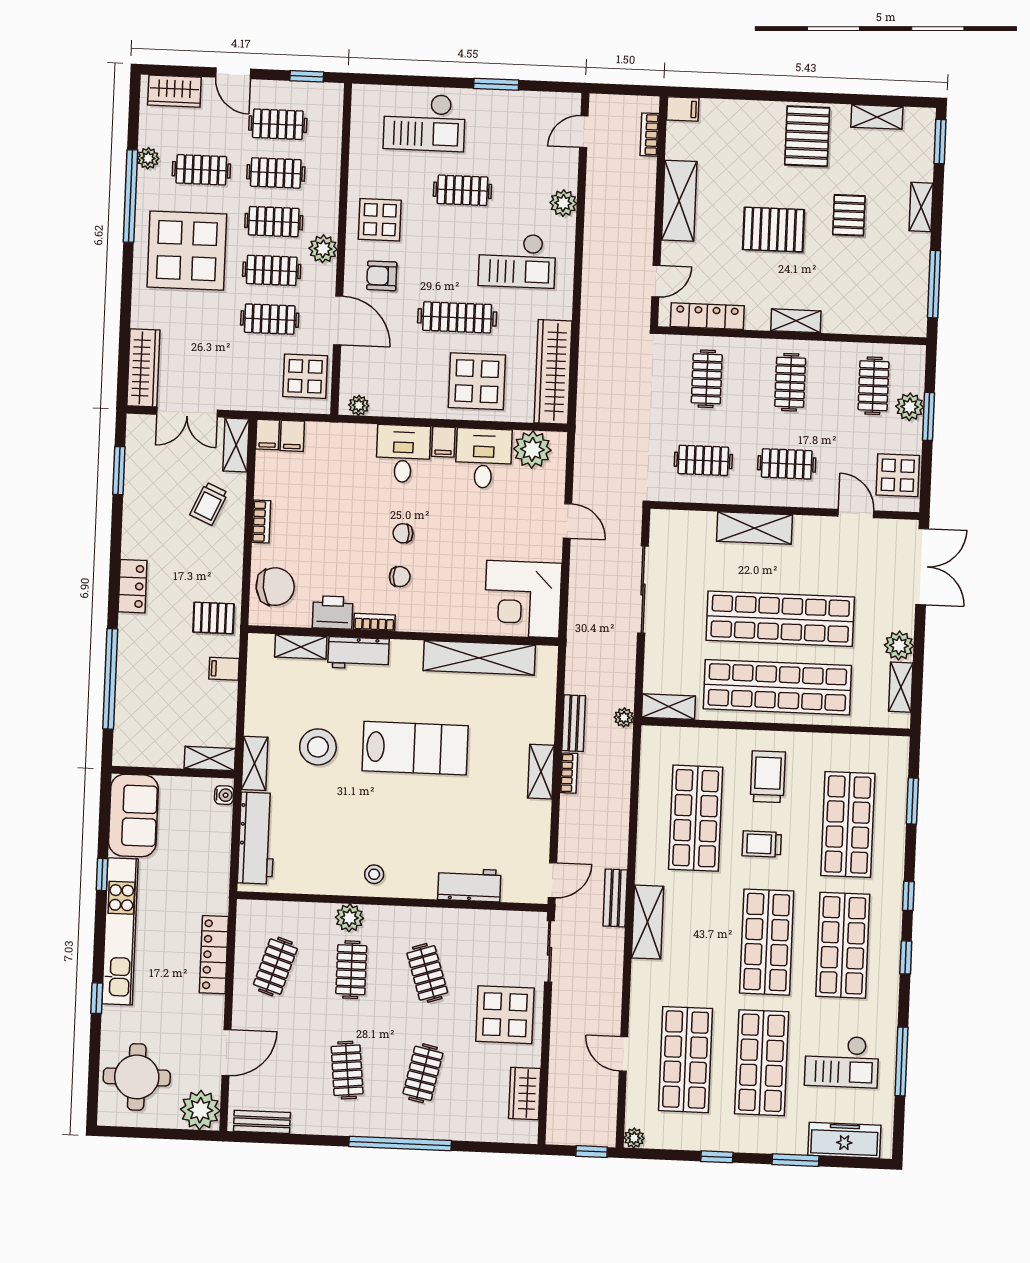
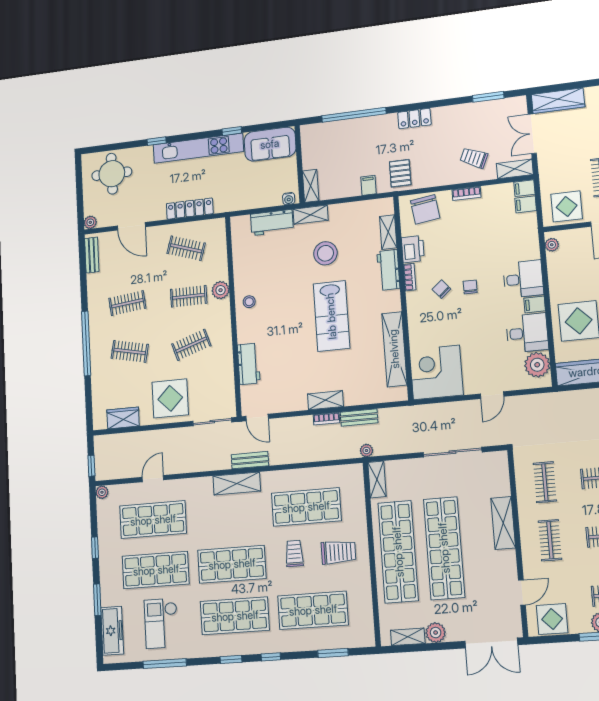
chair: (400, 577) -> (441, 289), turned 140
workbench: (257, 838) -> (272, 223), width x0.73
plant: (200, 1110) -> (90, 222), width x0.53, depth x0.53

